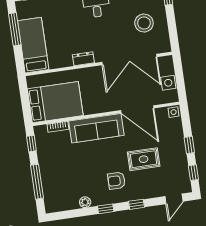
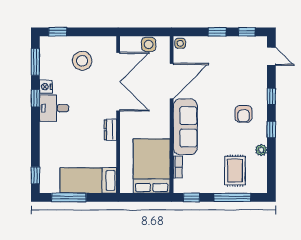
rug: (144, 159) -> (235, 171), moved

